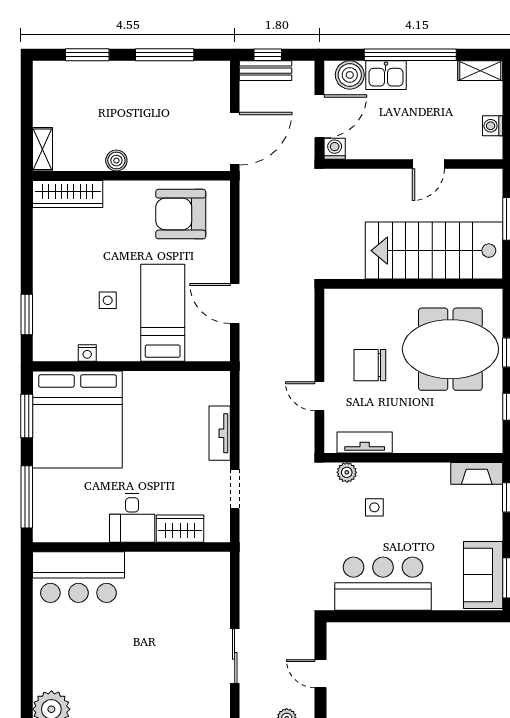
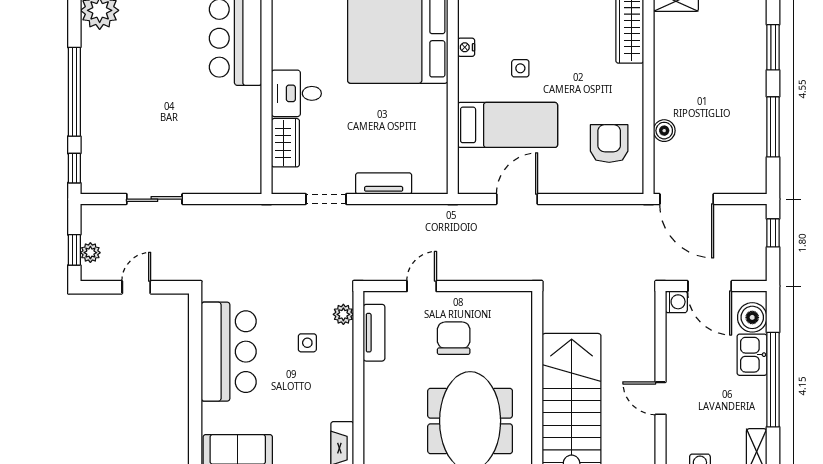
bench: (265, 71) -> (757, 231), removed
boiler: (116, 161) -> (664, 131), moved
armchair: (181, 214) -> (609, 144), width x0.73, depth x0.73

